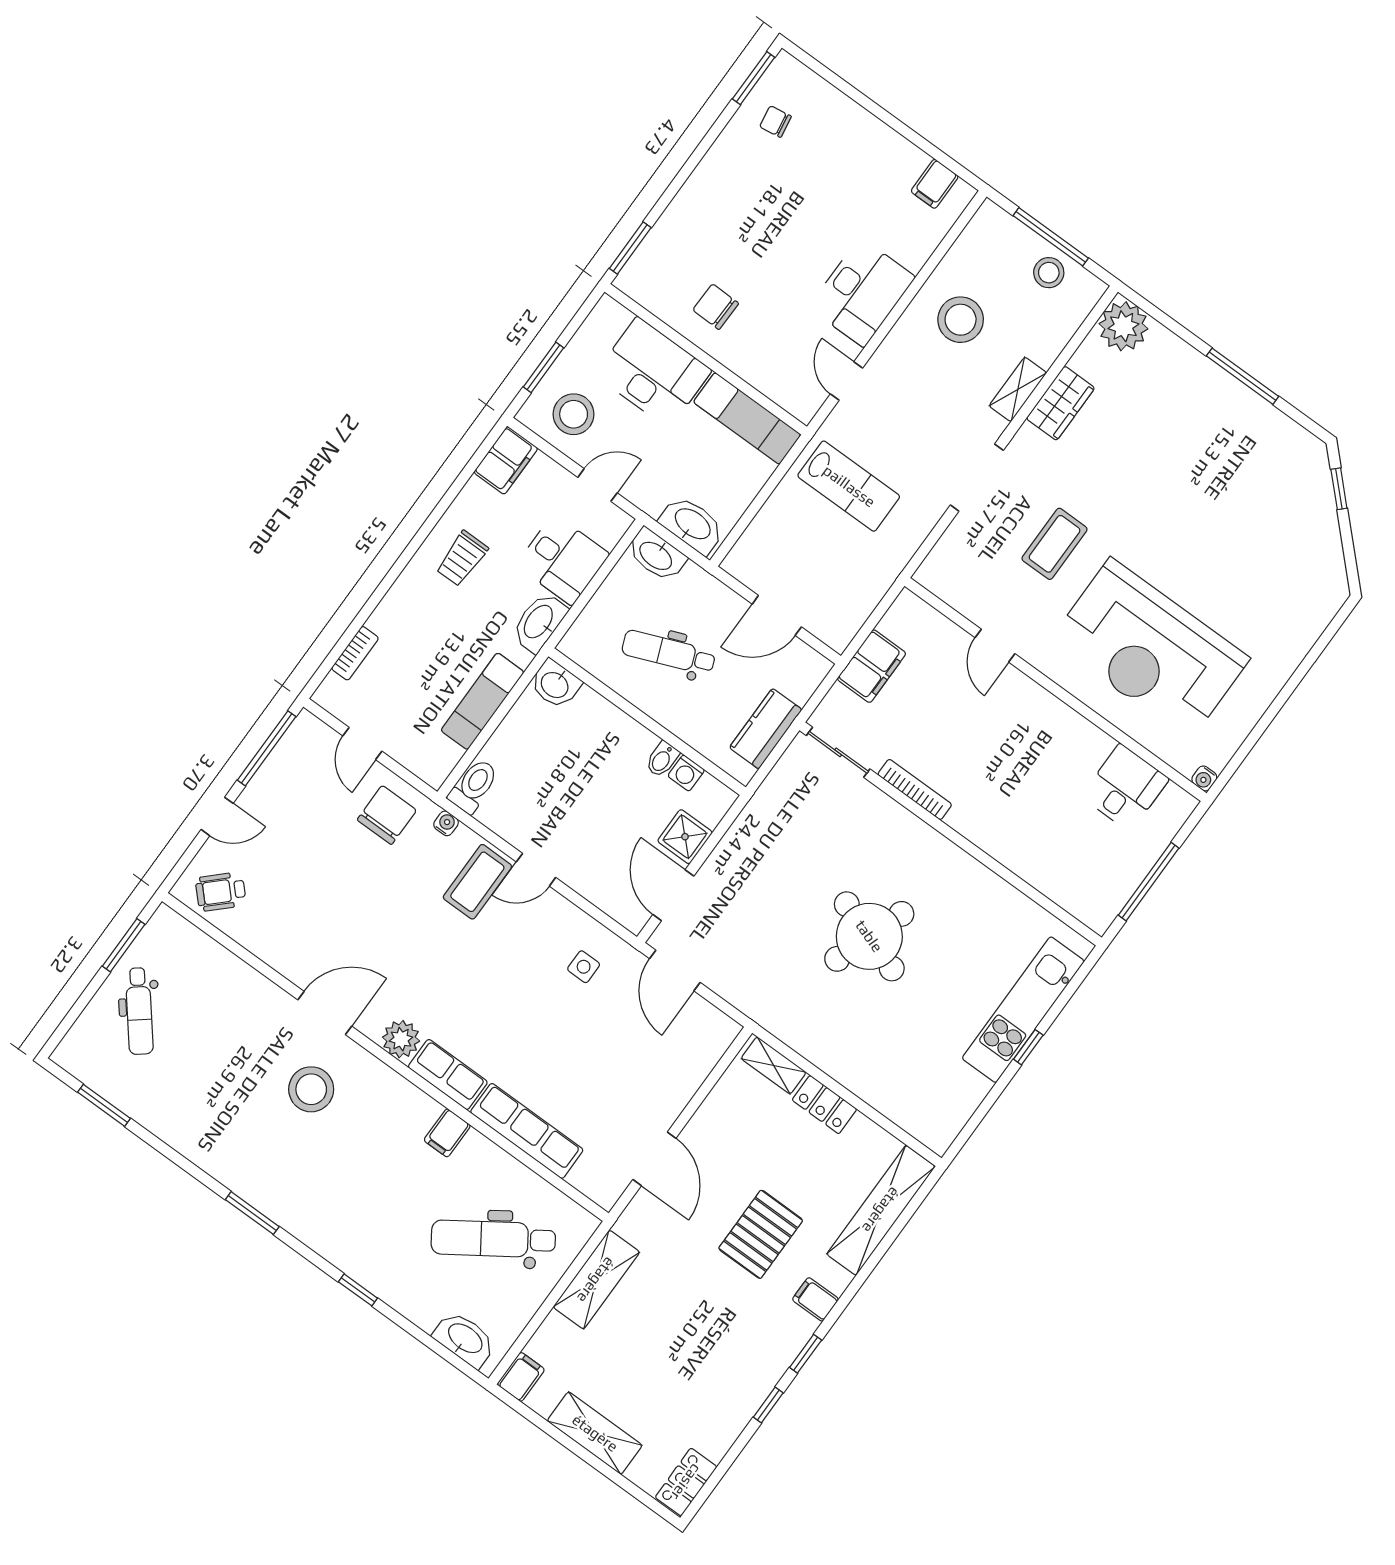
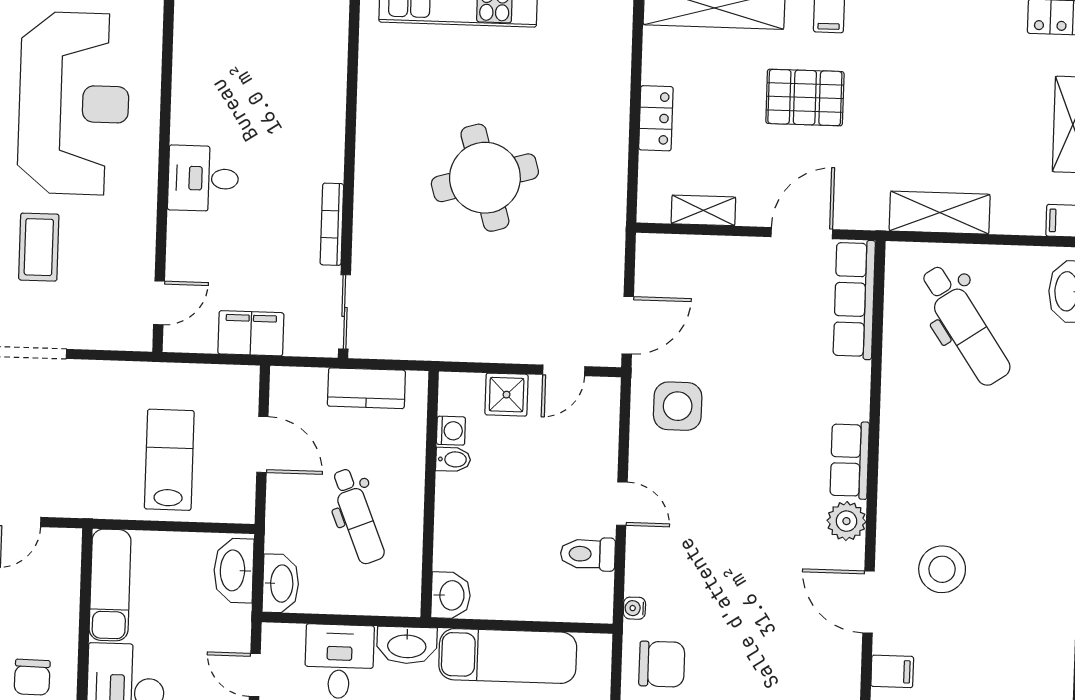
lab bench: (849, 486) -> (169, 460), moved
coffee table: (1055, 544) -> (39, 247), turned 90
door: (995, 646) -> (159, 303), moved
exam couch: (482, 701) -> (508, 656), width x1.36, depth x1.45
toilet: (474, 786) -> (588, 554), moved
desk: (1125, 788) -> (203, 178), moved
chair: (387, 815) -> (662, 664), turned 180
coffee table: (477, 882) -> (666, 547), removed
door: (673, 895) -> (564, 370), width x0.73
round table: (869, 936) -> (485, 178), turned -35
side table: (584, 967) -> (678, 406), width x1.87, depth x1.87
shelving: (774, 1065) -> (703, 210), moved, turned 90
row of seats: (527, 1131) -> (854, 300), moved
filing cabinet: (447, 1133) -> (892, 671), moved

